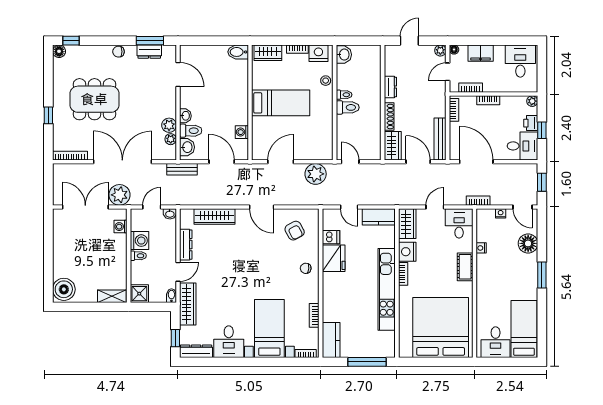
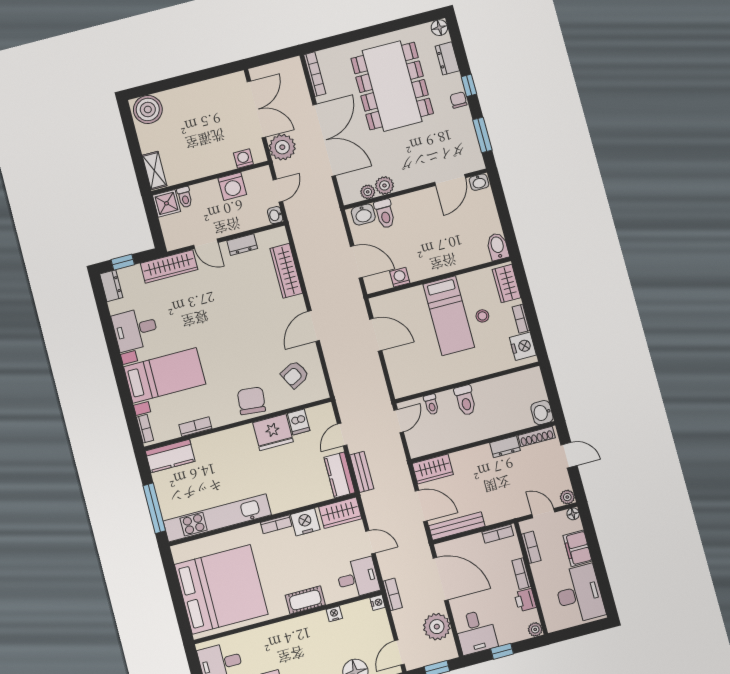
window: (71, 41) -> (469, 85), moved
dresser: (149, 52) -> (447, 58), moved
washbasin: (344, 55) -> (542, 413), moved, turned 90
desk: (520, 61) -> (579, 594), width x1.37
stool: (326, 81) -> (482, 316), moved
toilet: (344, 95) -> (431, 404), moved
dining table: (94, 99) -> (392, 86), width x1.36, depth x1.24
window: (48, 115) -> (357, 35), removed
washbasin: (185, 116) -> (479, 182), moved
shoe rack: (389, 117) -> (537, 437), moved
printer: (531, 123) -> (525, 600), moved, turned -90
door: (222, 162) -> (356, 262), hinge flipped
door: (418, 162) -> (421, 506), hinge flipped
door: (476, 162) -> (441, 579), hinge flipped
bench: (182, 169) -> (362, 472), moved
plant: (316, 174) -> (437, 627), moved
door: (152, 207) -> (278, 191), hinge flipped
nightstand: (501, 213) -> (378, 602), moved
dresser: (186, 245) -> (242, 245), width x0.70
toilet: (138, 256) -> (185, 197), moved
chair: (306, 268) -> (251, 401), width x1.87, depth x1.87
kitchen unit: (387, 289) -> (217, 518), moved
bidet: (171, 296) -> (174, 243), removed
dresser: (196, 351) -> (111, 286), width x0.70

